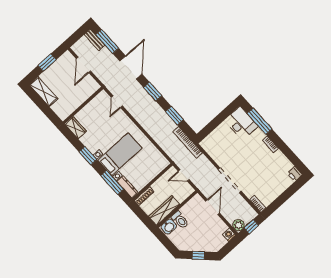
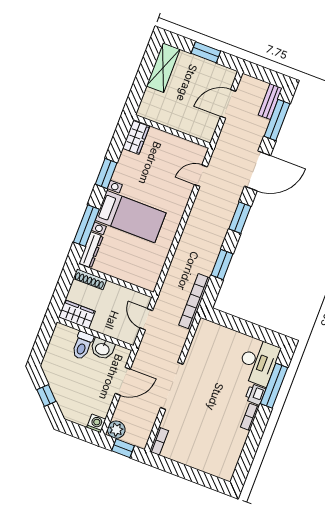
printer: (295, 174) -> (255, 394), moved
wardrobe: (164, 210) -> (77, 314), width x0.67
washbasin: (169, 227) -> (102, 349), moved

